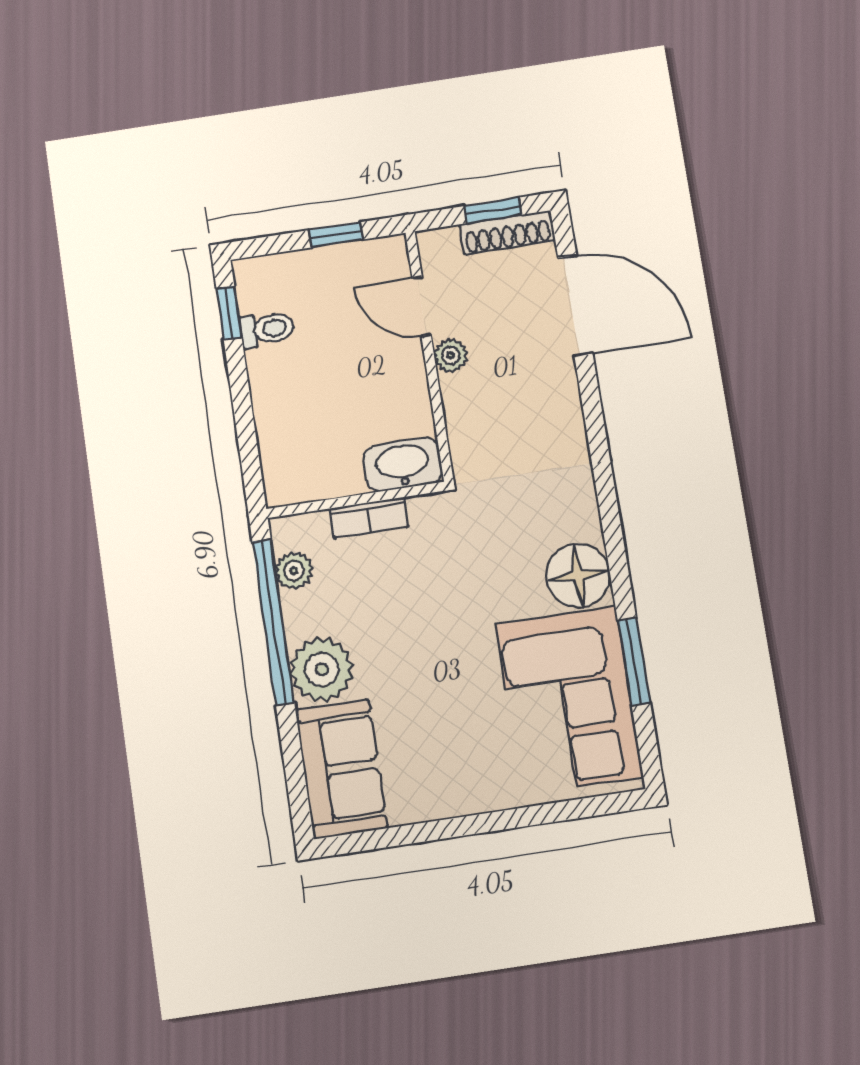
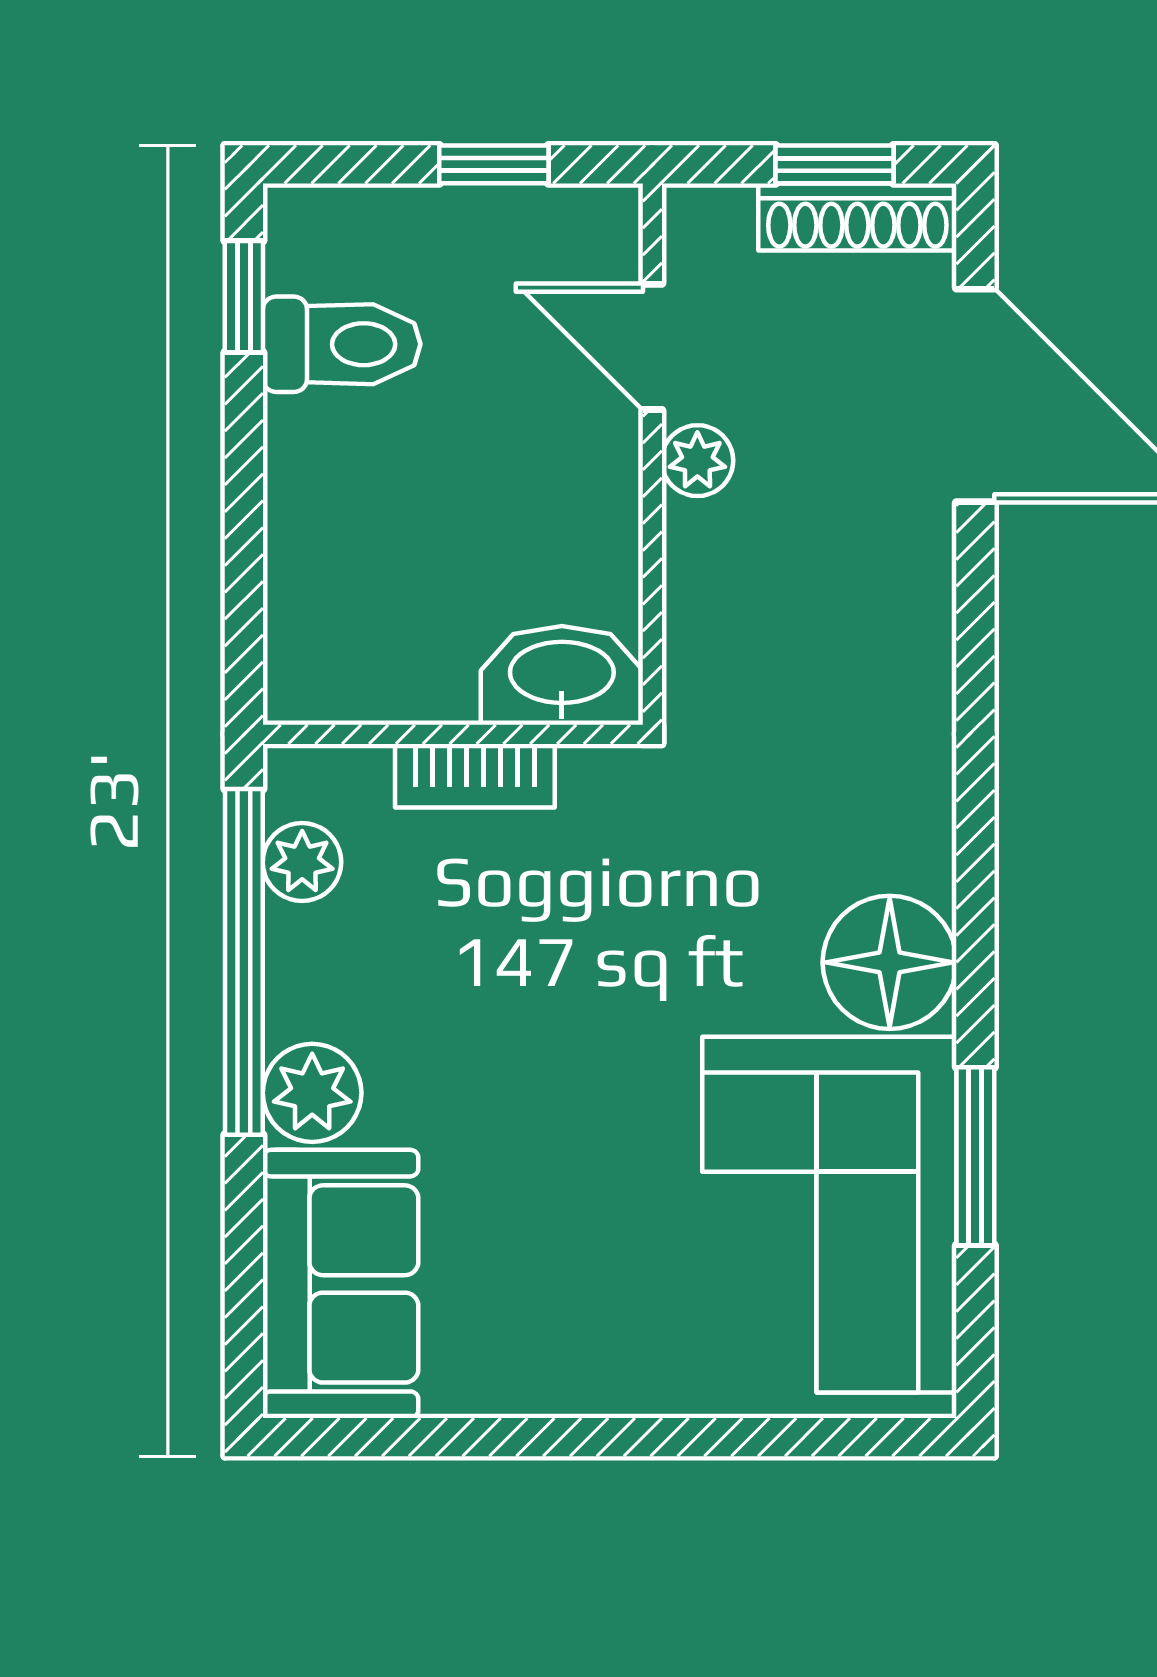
toilet: (267, 329) -> (342, 344), width x1.37, depth x1.39
plant: (322, 669) -> (312, 1093), width x0.73, depth x0.73

